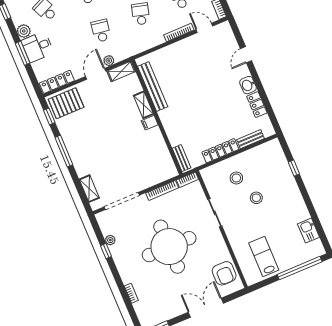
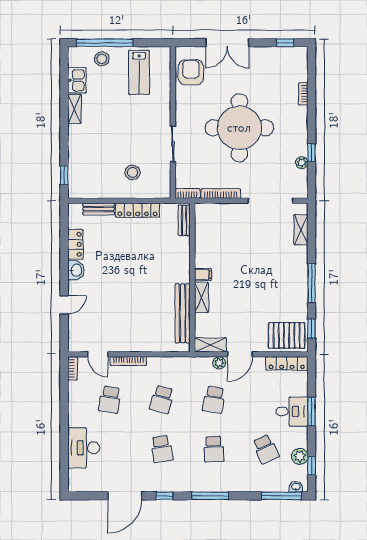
plant: (24, 31) -> (300, 456), moved
window: (294, 168) -> (64, 175), moved
stool: (256, 198) -> (102, 59), moved
shelving: (301, 208) -> (74, 109), added

